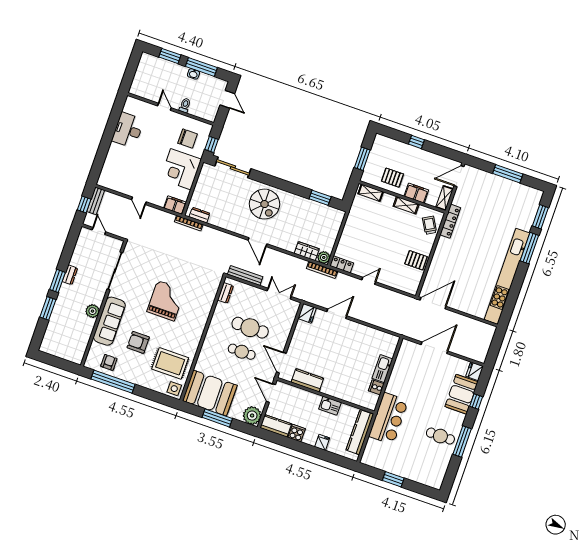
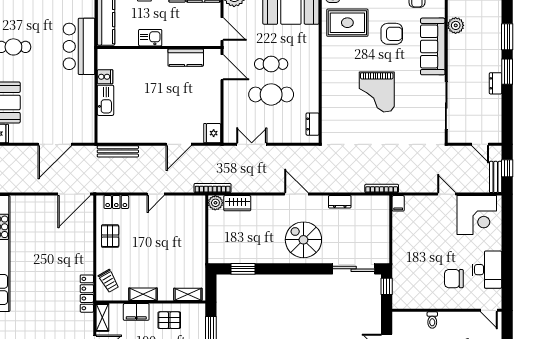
door: (164, 107) -> (489, 310), moved
chair: (188, 139) -> (454, 279), moved
corner desk: (181, 169) -> (477, 215), moved, turned 90
filing cabinet: (175, 205) -> (398, 203), width x0.50
dresser: (200, 215) -> (340, 202), moved
pallet: (416, 260) -> (110, 236), turned 90
locker: (342, 264) -> (116, 202), moved
bench: (245, 276) -> (118, 151), moved
double door: (279, 294) -> (252, 144), swing flipped
plant: (92, 311) -> (456, 25), moved

